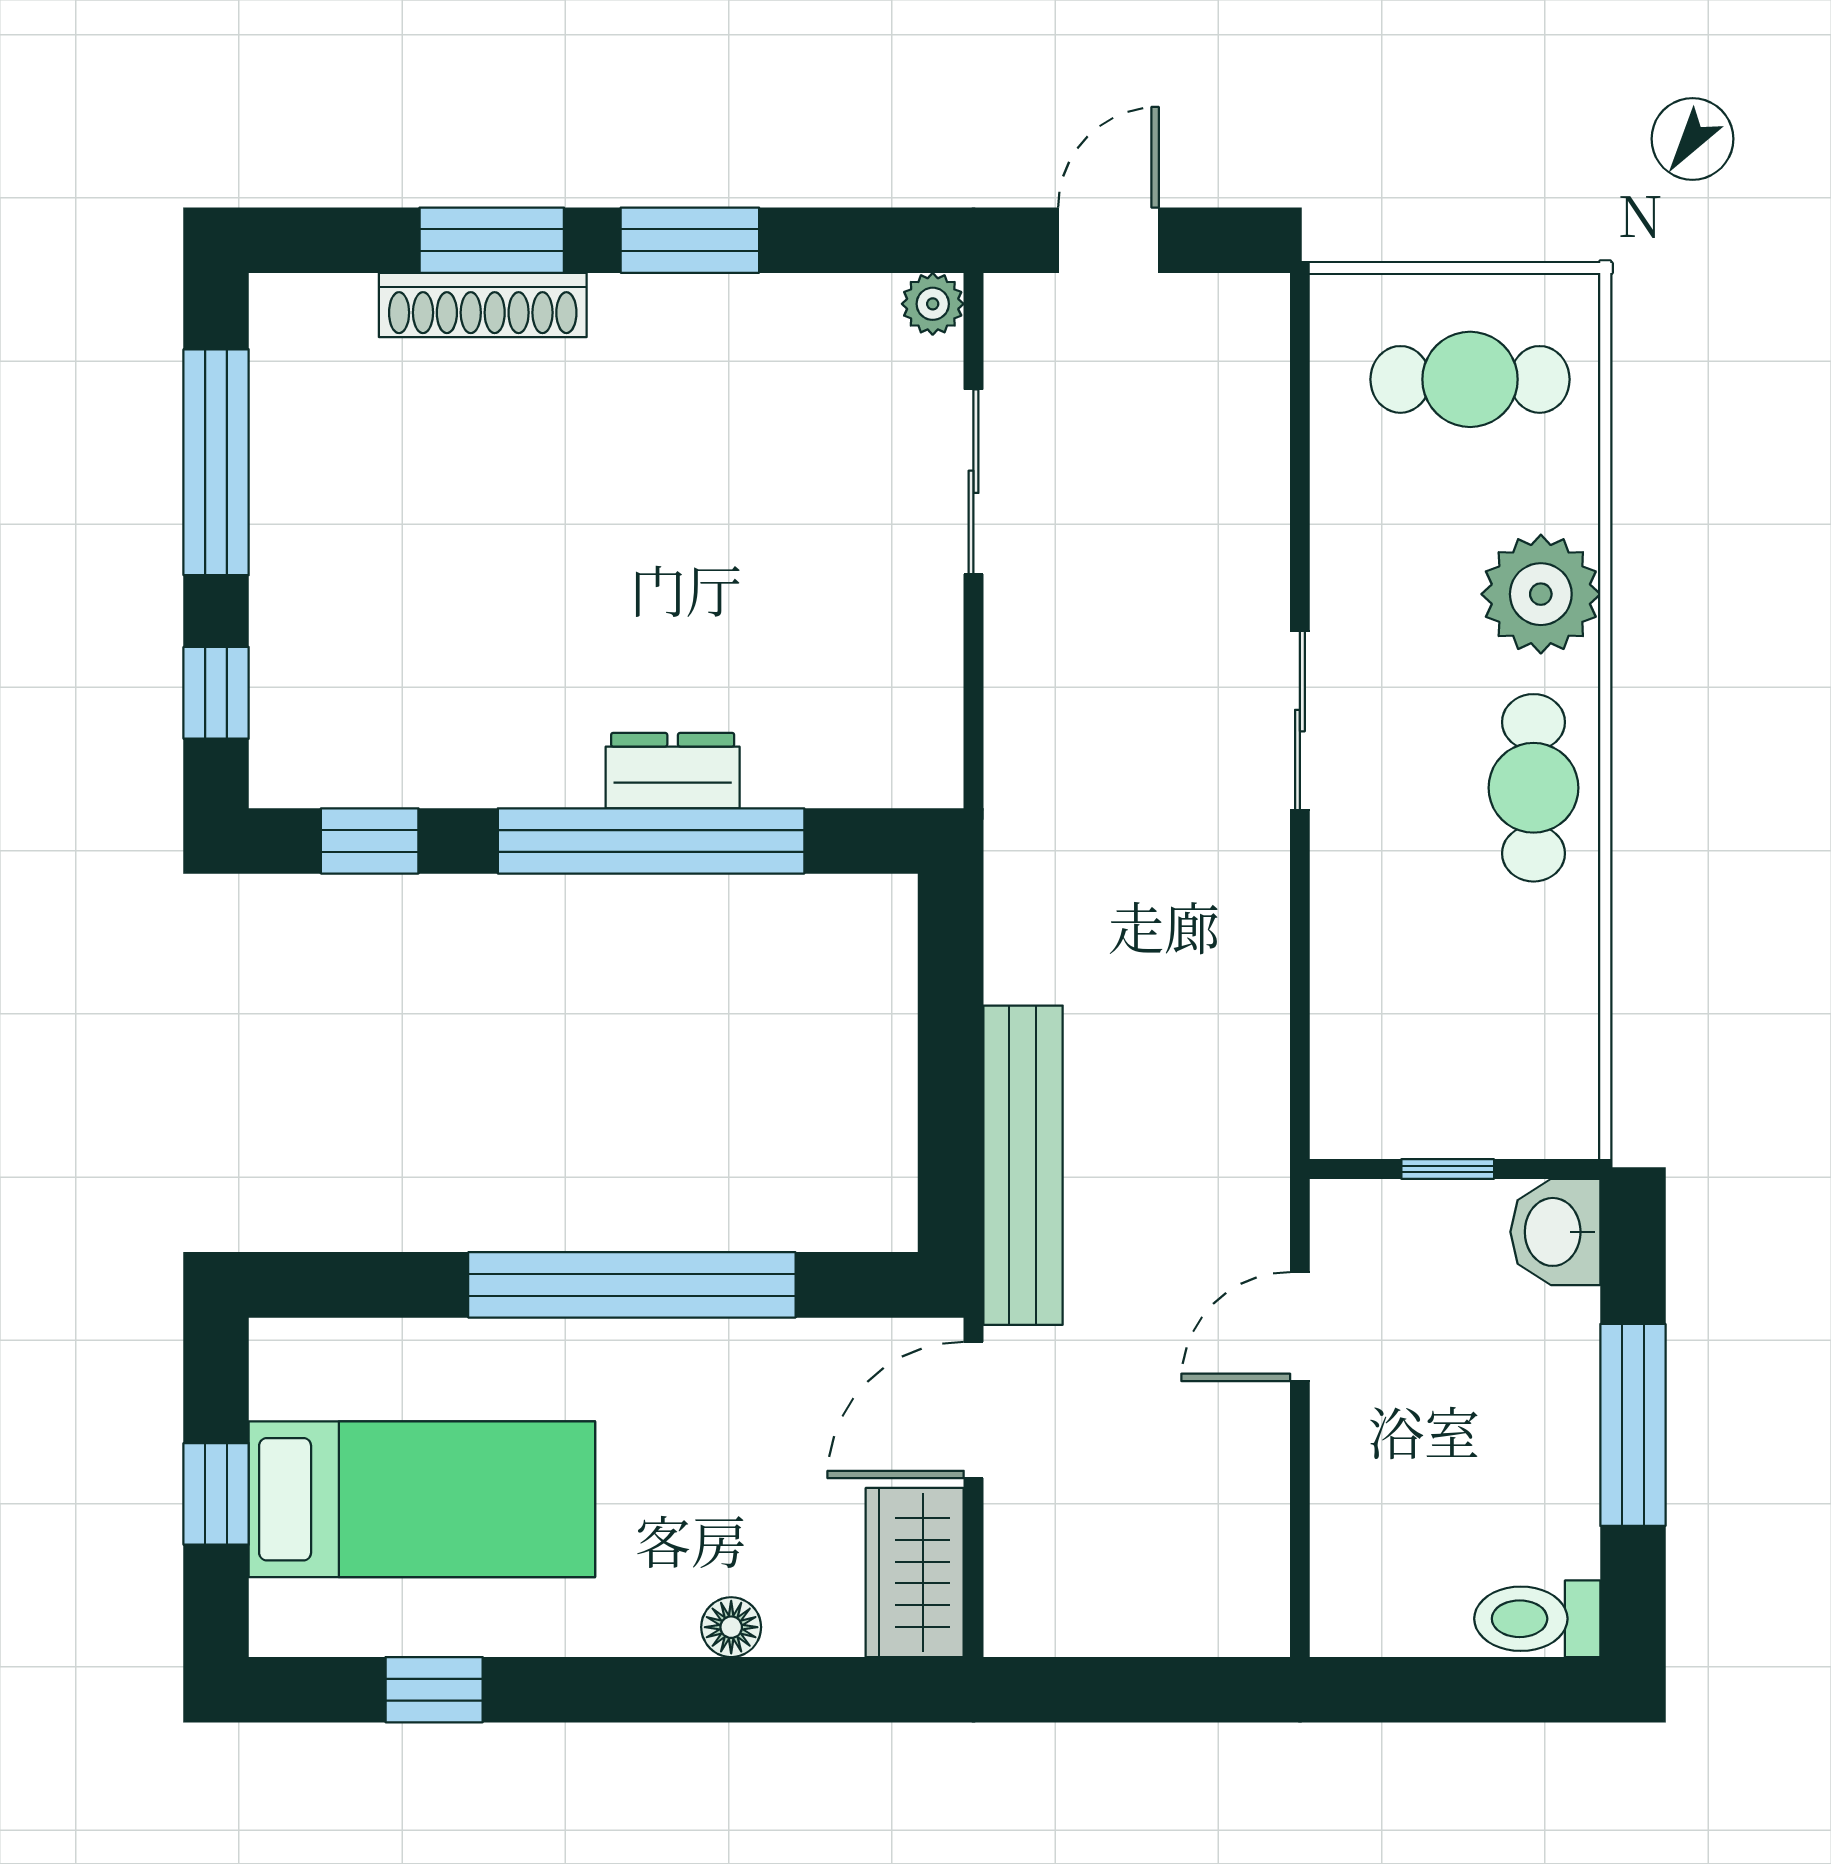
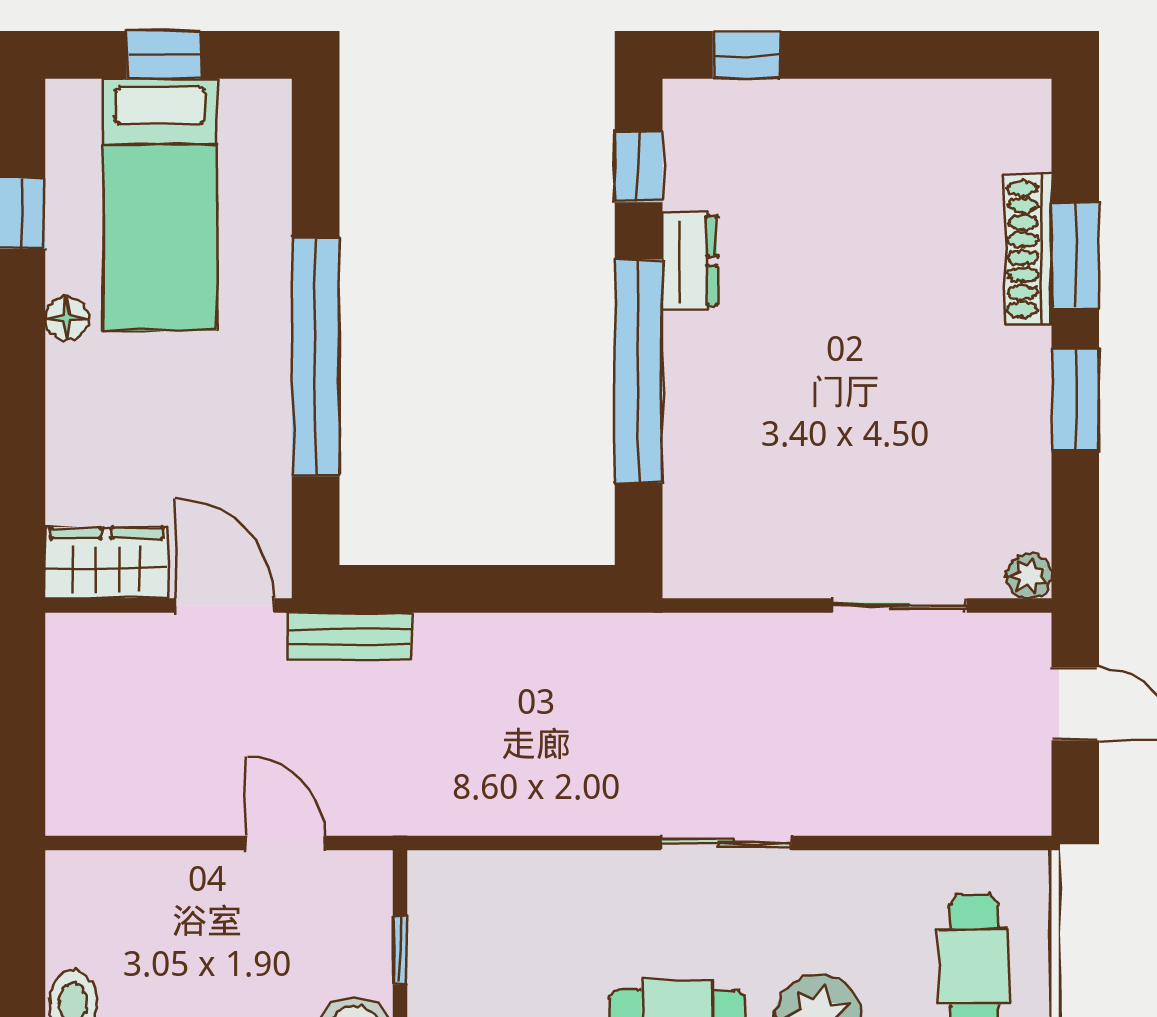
window: (216, 462) -> (914, 55), removed
dresser: (673, 771) -> (690, 260), moved
bench: (1023, 1165) -> (349, 636), width x0.54, depth x0.82
floor lamp: (731, 1627) -> (67, 318), moved

